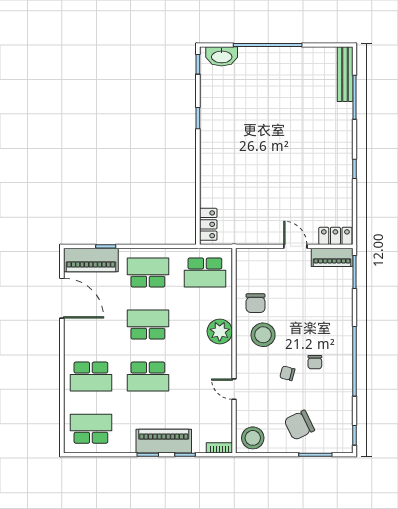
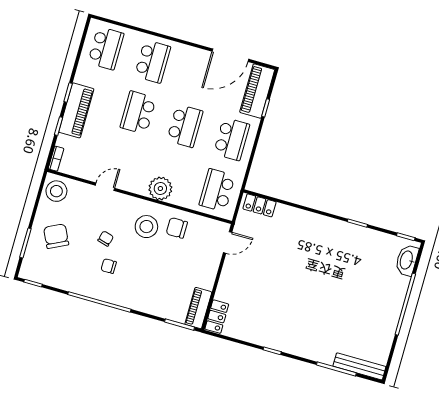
door: (295, 246) -> (228, 242), moved
school desk: (91, 377) -> (153, 61), turned 180

